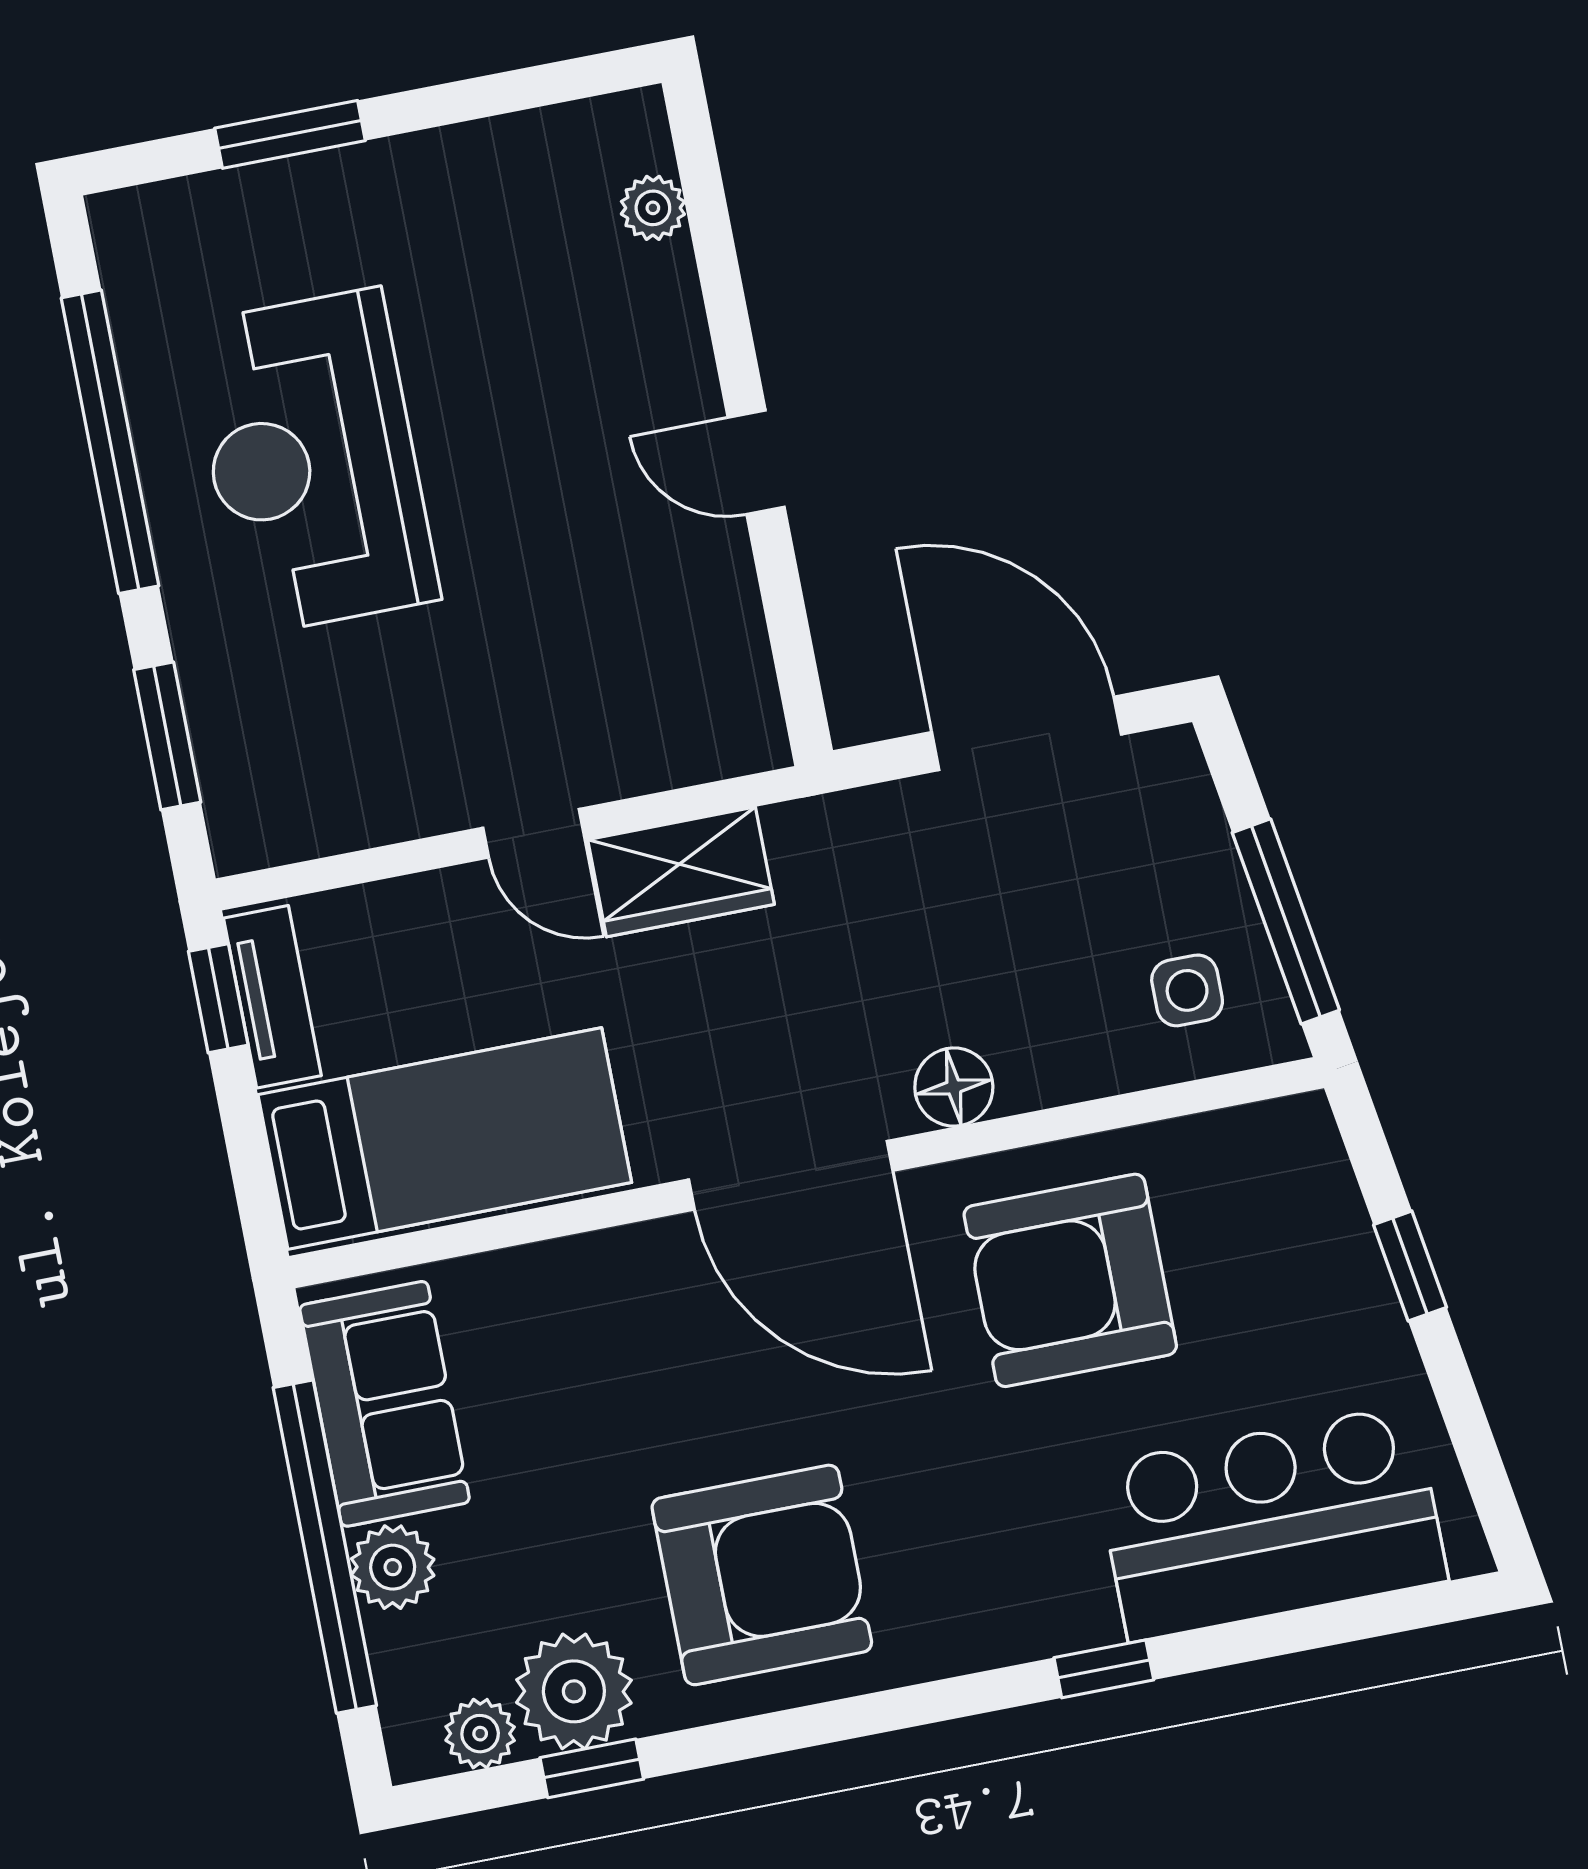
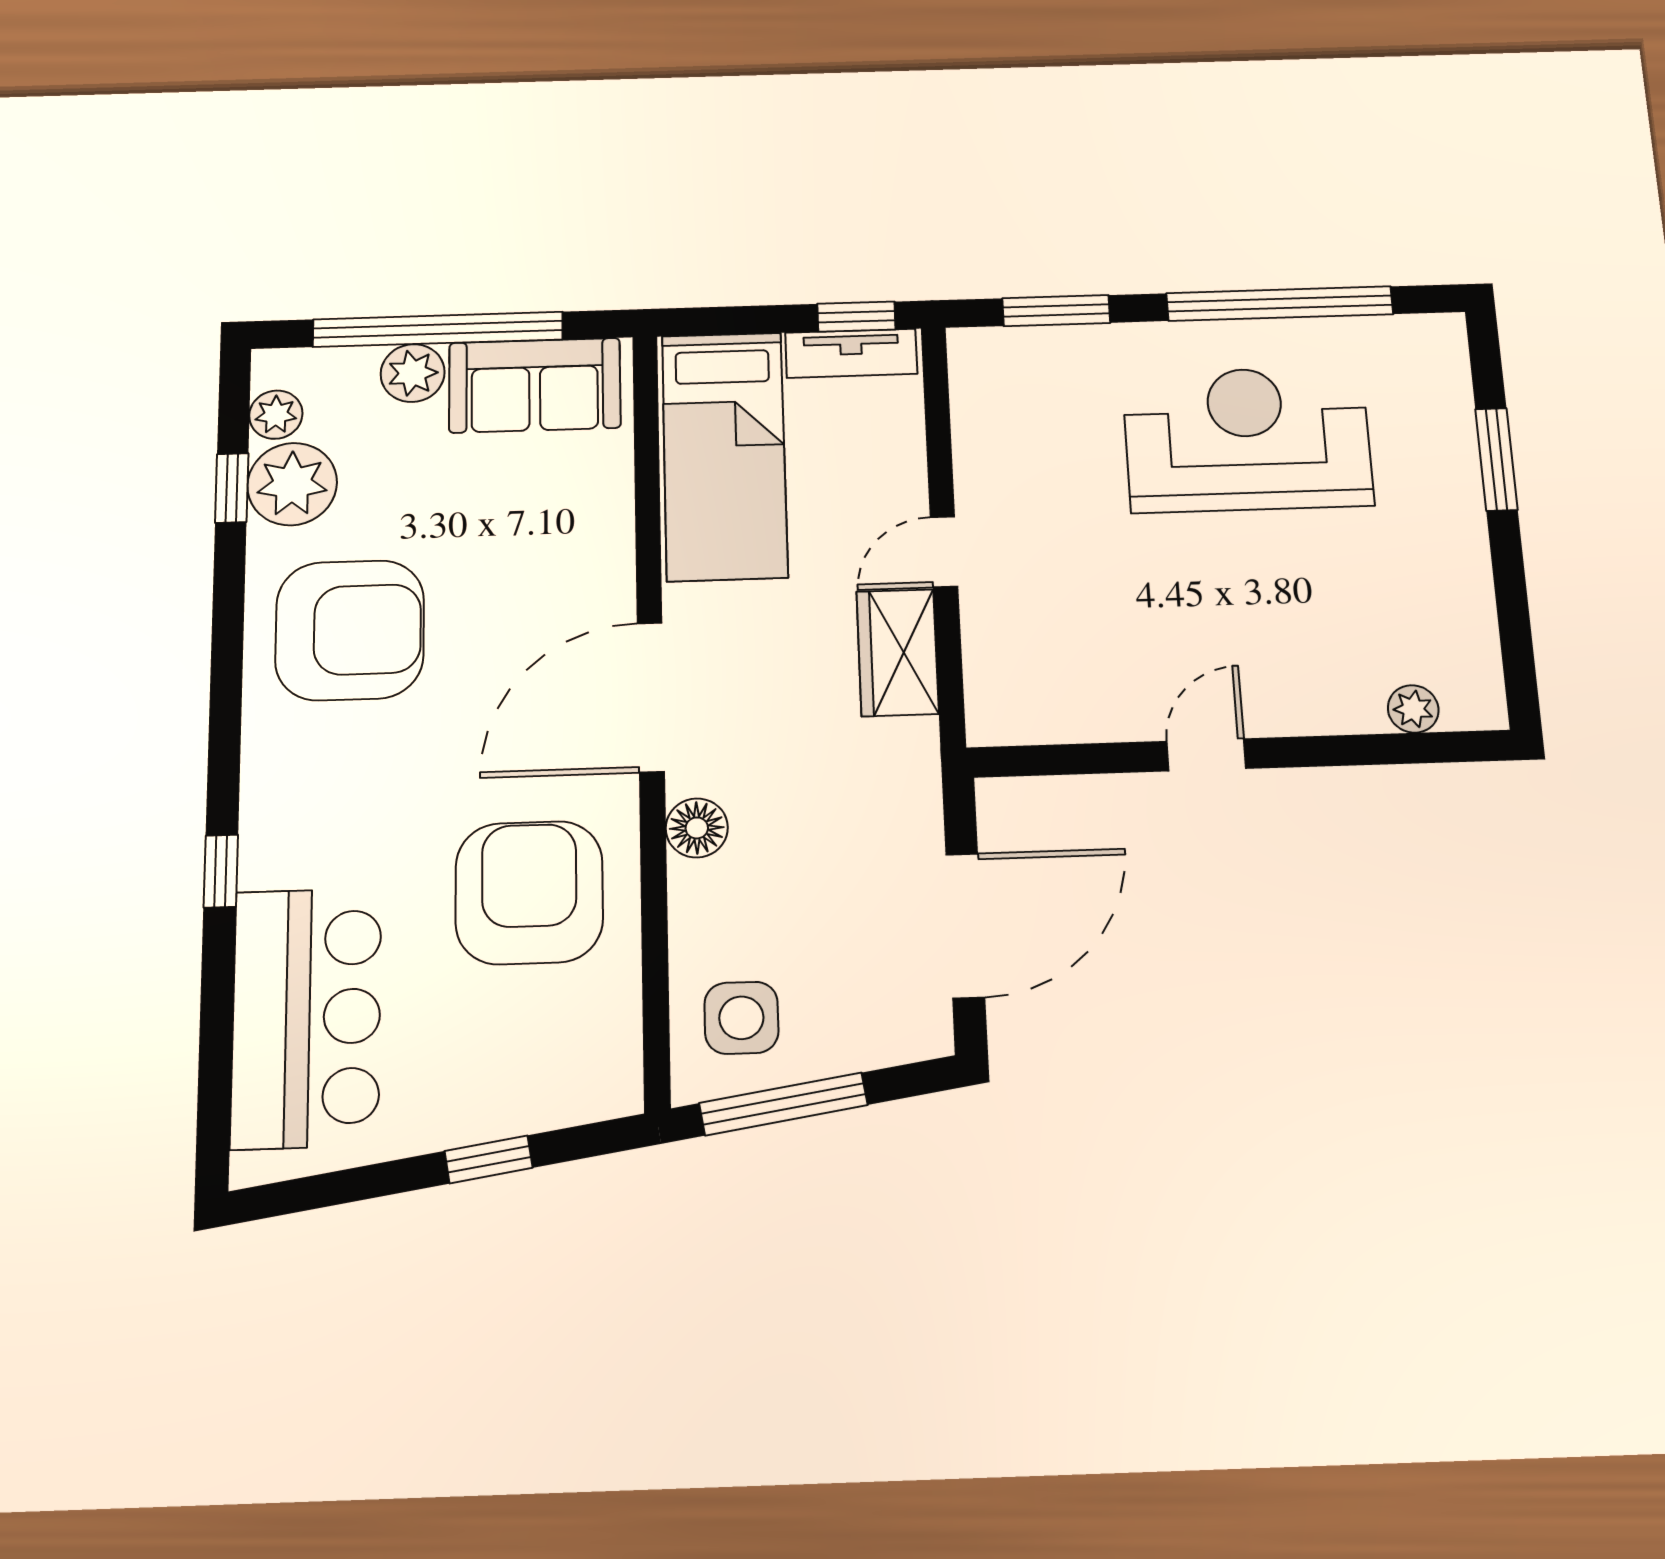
side table: (1187, 990) -> (741, 1018), width x1.37, depth x1.37
armchair: (762, 1575) -> (350, 630), turned -90

